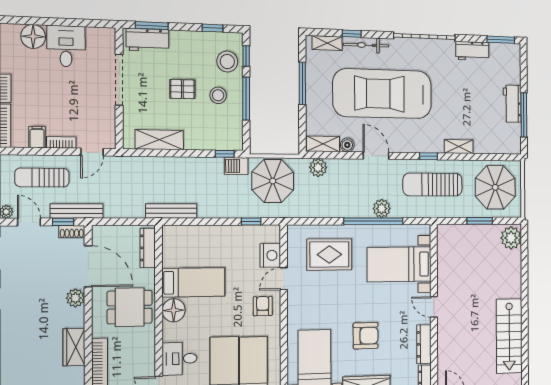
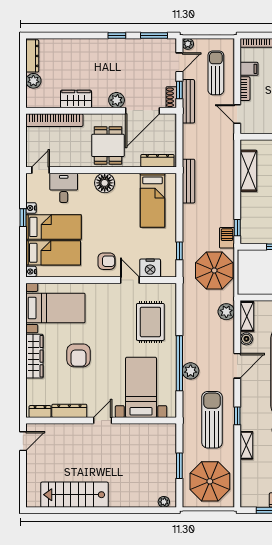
plant: (511, 238) -> (164, 502), width x0.53, depth x0.53
bed: (193, 282) -> (153, 200), moved

